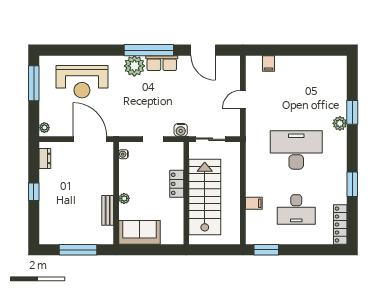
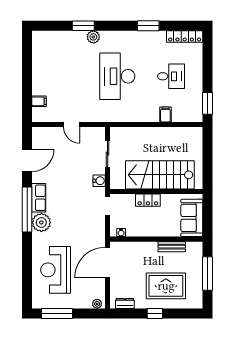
reception desk: (82, 82) -> (56, 270), turned 180
locker: (177, 184) -> (148, 200), moved
wall: (186, 193) -> (156, 192), moved
stairs: (205, 197) -> (160, 175), moved
plant: (124, 198) -> (161, 232), removed
rug: (64, 204) -> (166, 286), added
desk: (296, 209) -> (171, 76), width x0.73

